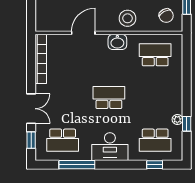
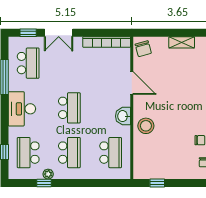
chair: (166, 16) -> (143, 49), moved, turned -76
school desk: (155, 97) -> (69, 153), added
school desk: (63, 140) -> (28, 63), turned 180

